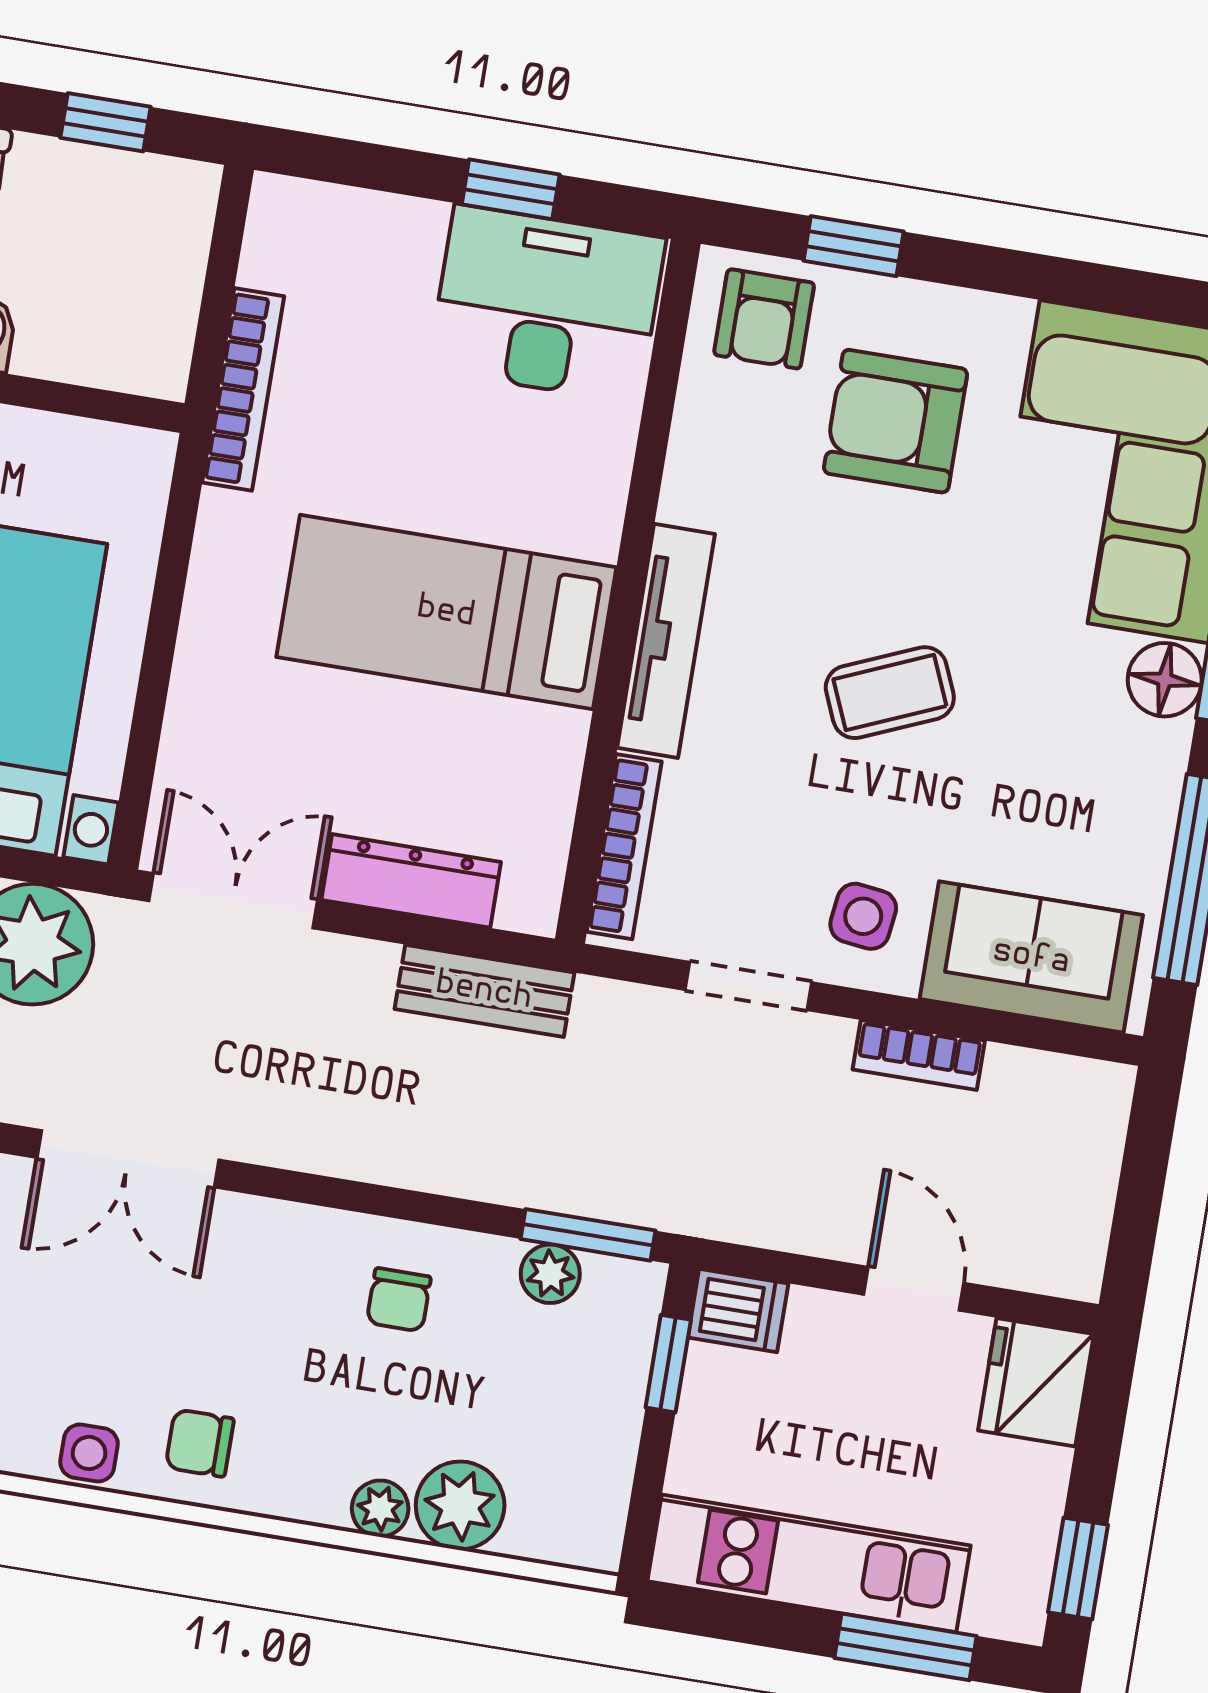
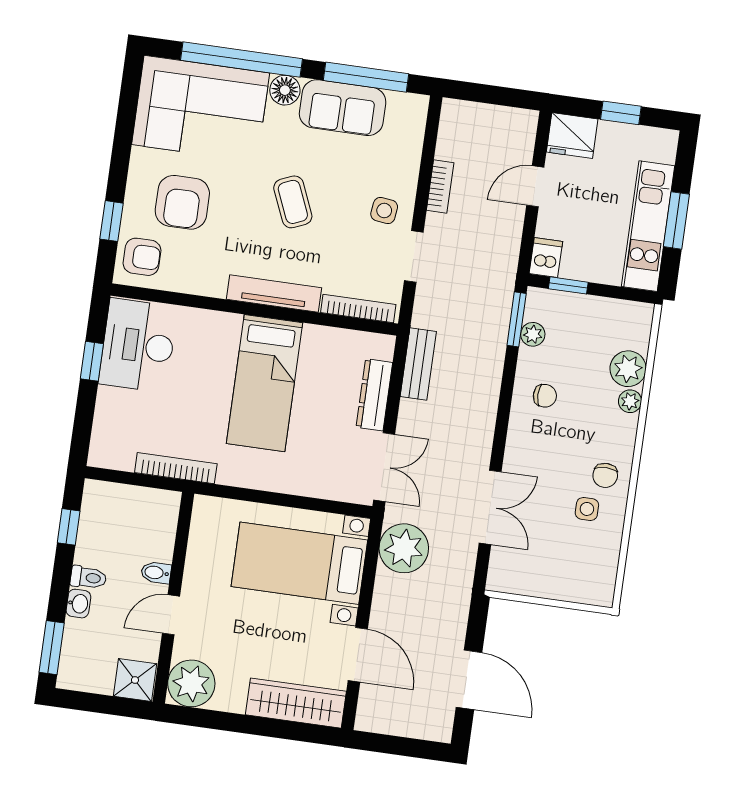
double door: (233, 901) -> (384, 467), swing flipped
sofa: (1031, 957) -> (343, 108), moved, turned -90
side table: (89, 1453) -> (587, 509), moved
window: (1078, 1568) -> (621, 113), moved
window: (905, 1647) -> (676, 220), moved

